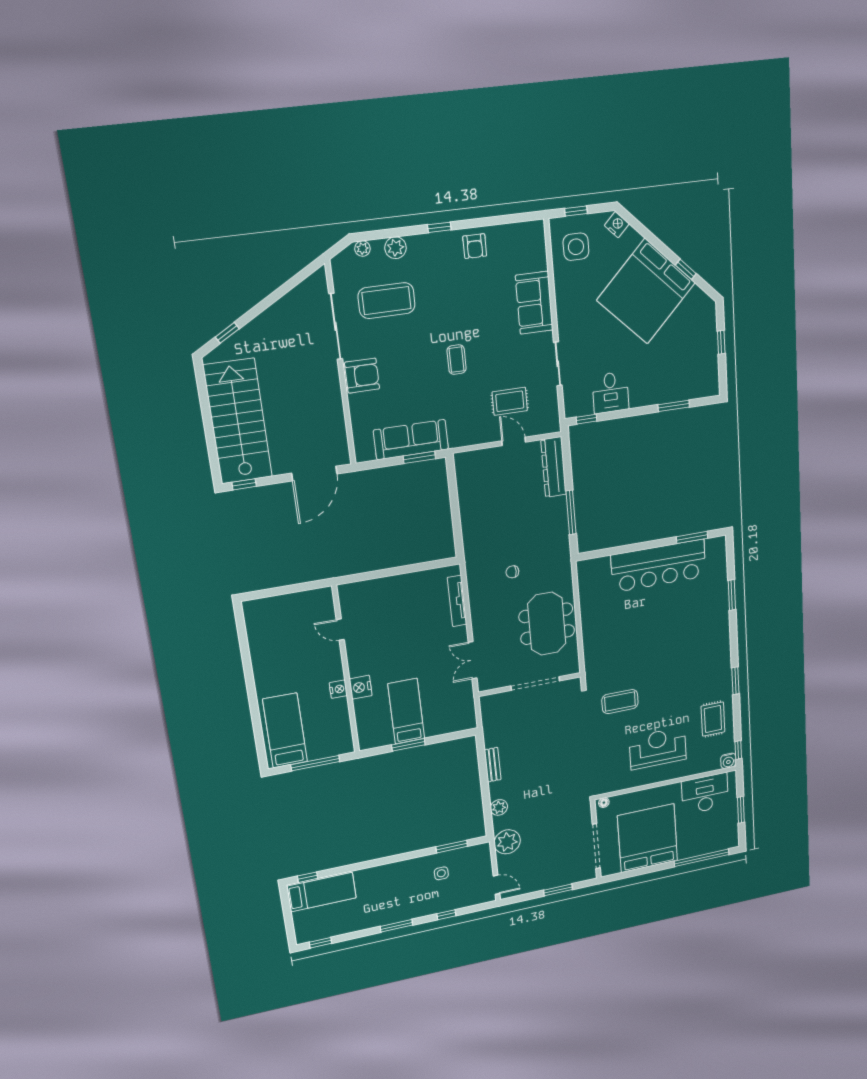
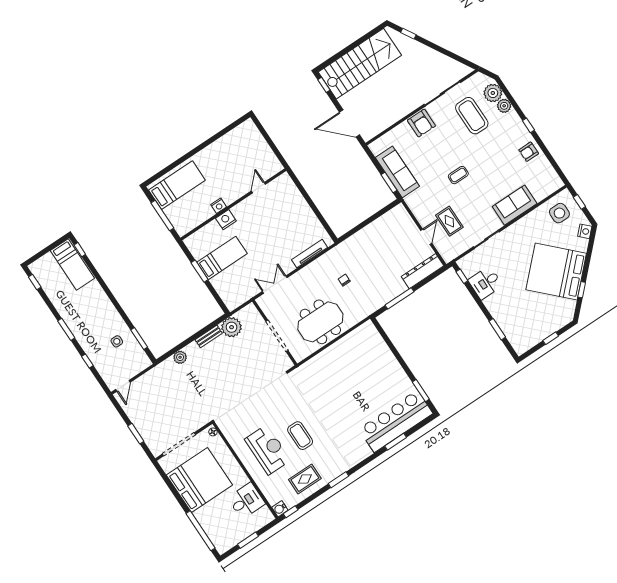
plant: (362, 249) -> (493, 93), width x1.88, depth x1.88
bar counter: (659, 566) -> (396, 421), moved, turned 90
coffee table: (620, 702) -> (300, 436), moved
desk: (705, 794) -> (246, 501), width x0.73
plant: (507, 842) -> (232, 327), moved

